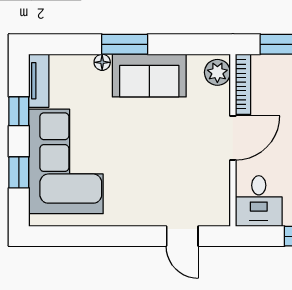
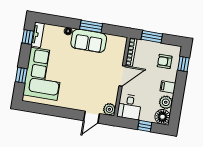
window: (125, 44) -> (91, 26), moved
plant: (217, 72) -> (109, 109), moved
window: (19, 111) -> (28, 37), moved
door: (182, 236) -> (91, 117), hinge flipped

